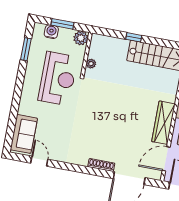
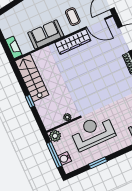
window: (62, 24) -> (54, 155), width x1.44
window: (26, 49) -> (98, 163), moved

